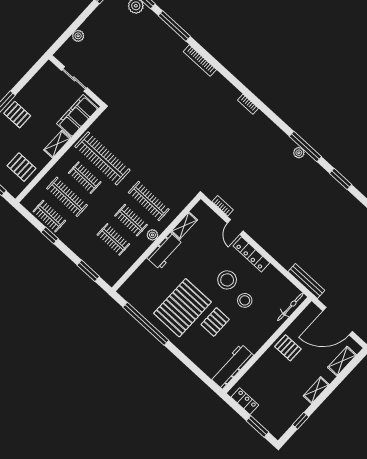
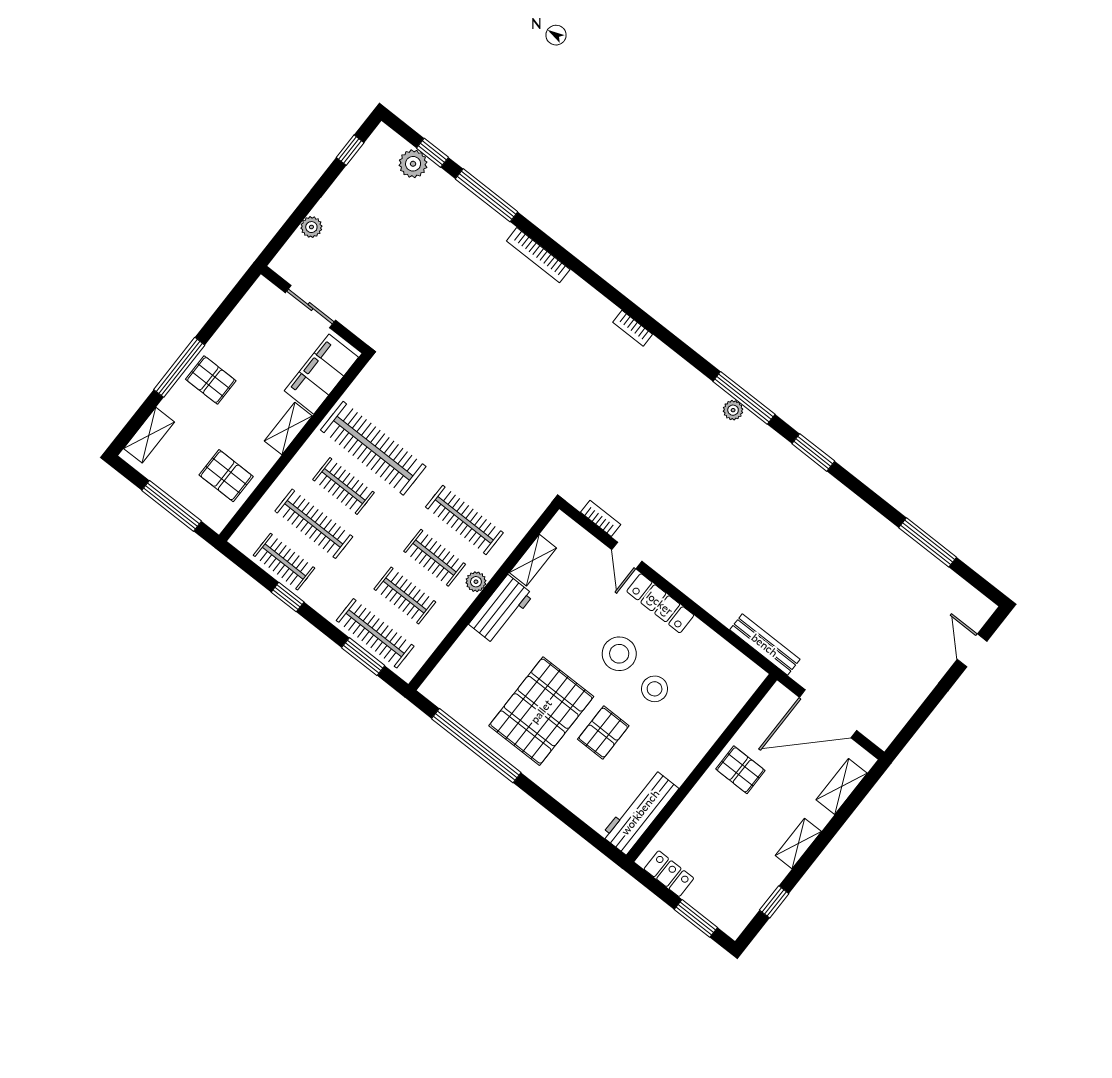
clothes rail: (96, 259) -> (375, 633), added
bicycle: (290, 307) -> (739, 694), removed

